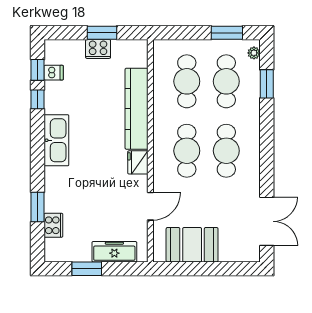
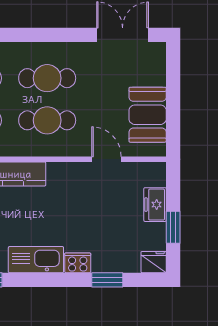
fridge: (138, 162) -> (154, 262), moved, turned 180
cooker: (53, 225) -> (78, 263), moved
freezer: (114, 252) -> (155, 205), width x0.71

